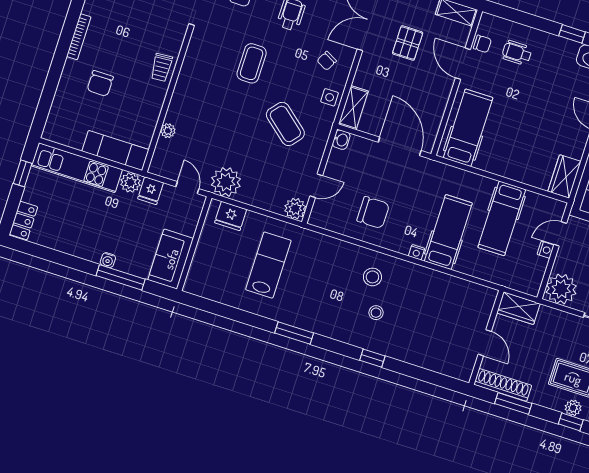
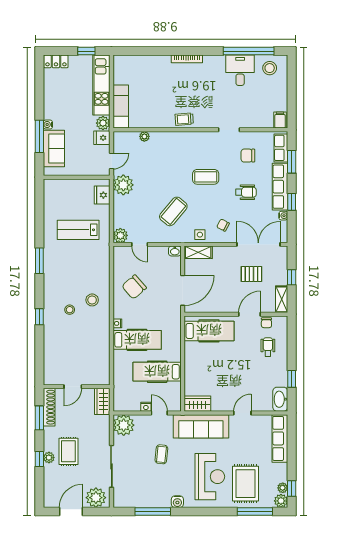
chair: (100, 83) -> (161, 83), removed
chair: (373, 213) -> (134, 287), turned 49
sofa: (171, 259) -> (54, 148), moved, turned 90
lab bench: (268, 265) -> (78, 230), turned 180

